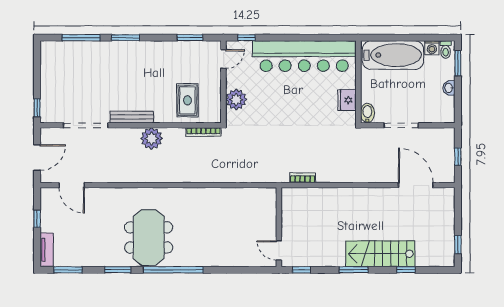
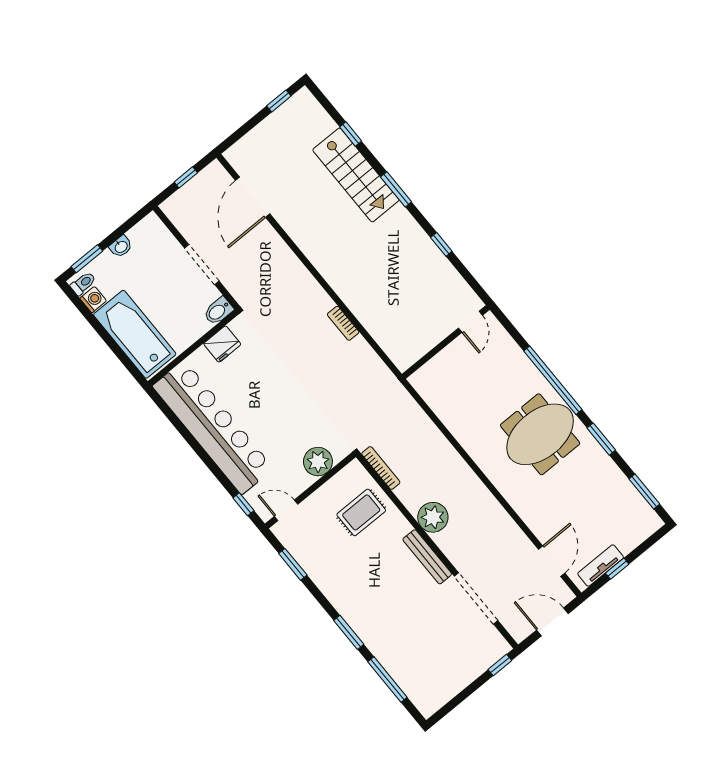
wall: (279, 227) -> (446, 342), moved
tv unit: (47, 250) -> (601, 565), moved
door: (279, 250) -> (470, 322), moved

